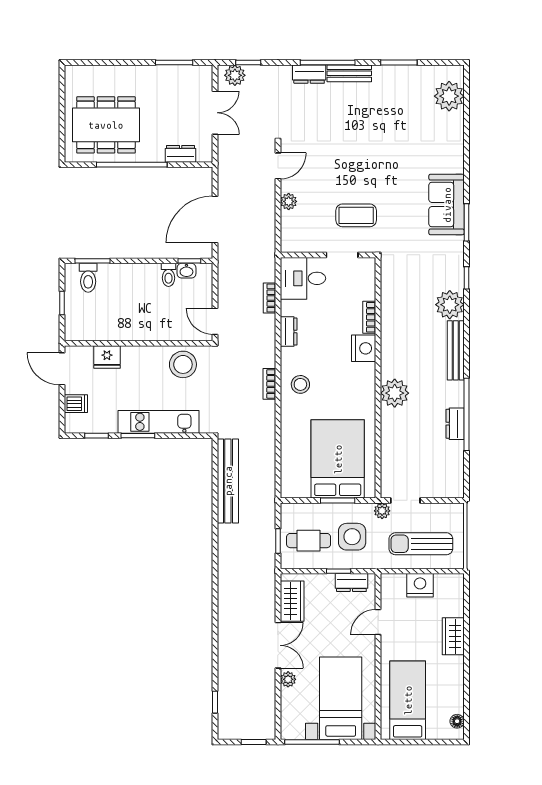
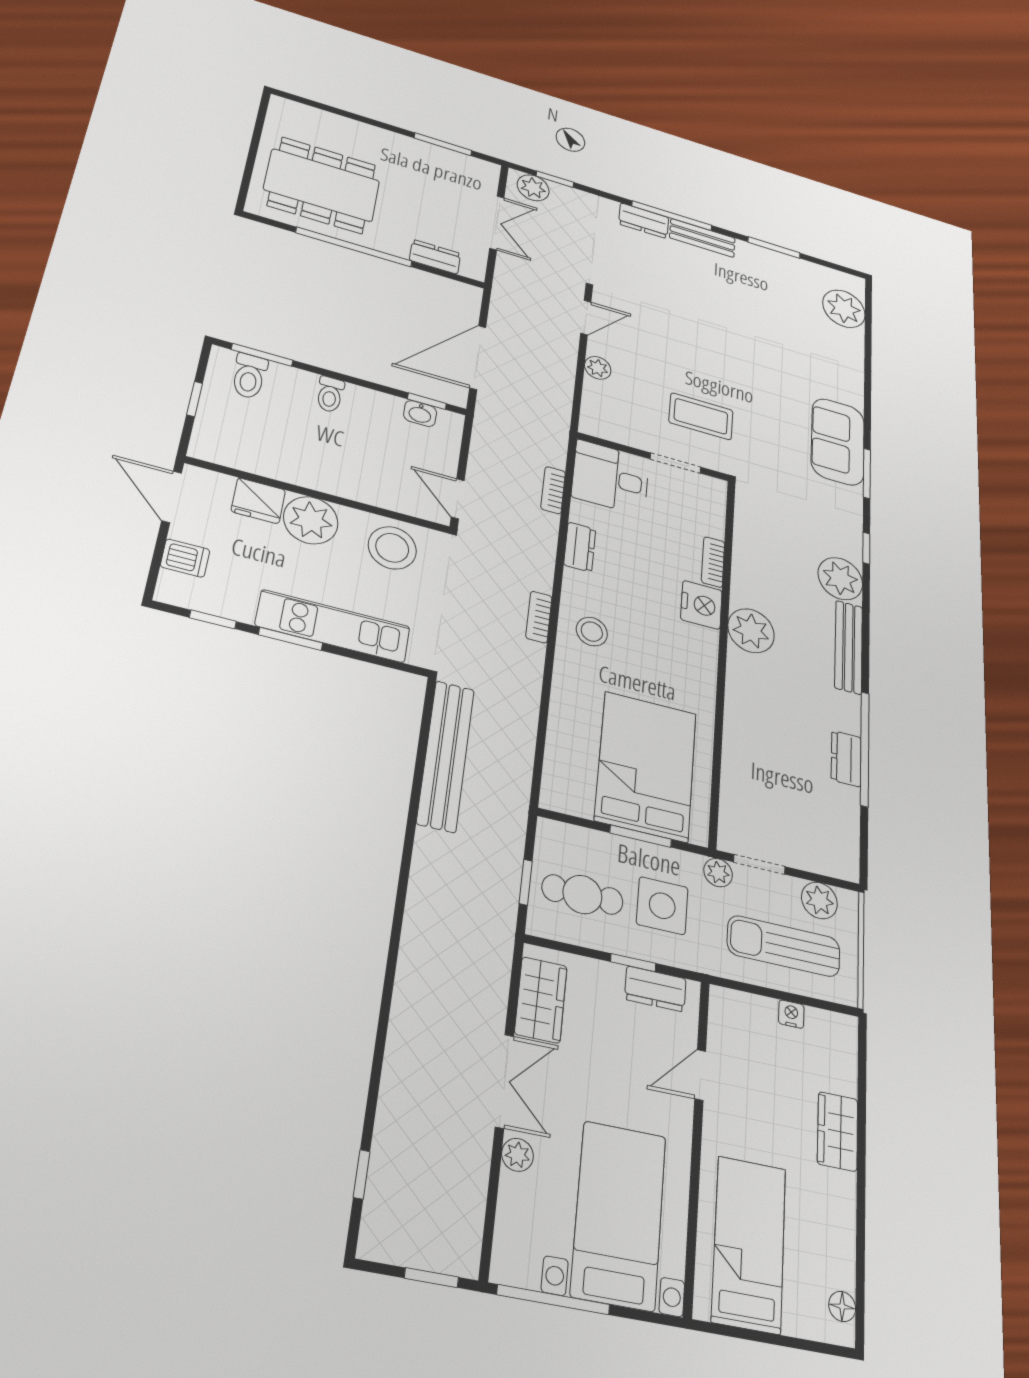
toilet: (168, 275) -> (330, 394), moved
plant: (137, 361) -> (311, 520), added
plant: (395, 393) -> (751, 631), moved
plant: (441, 513) -> (819, 900), added
nightstand: (420, 585) -> (791, 1014), width x0.53, depth x0.56

